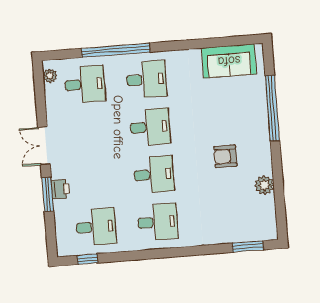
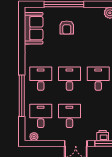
desk: (89, 132) -> (69, 116), added
armchair: (225, 156) -> (67, 27), moved

